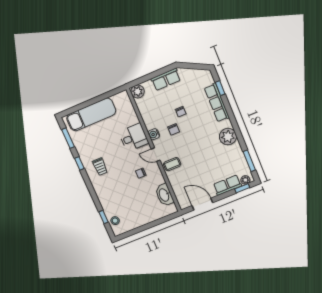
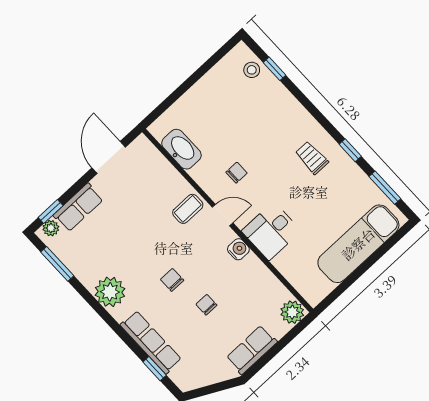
chair: (174, 129) -> (172, 280), moved
door: (202, 204) -> (109, 157), swing flipped

